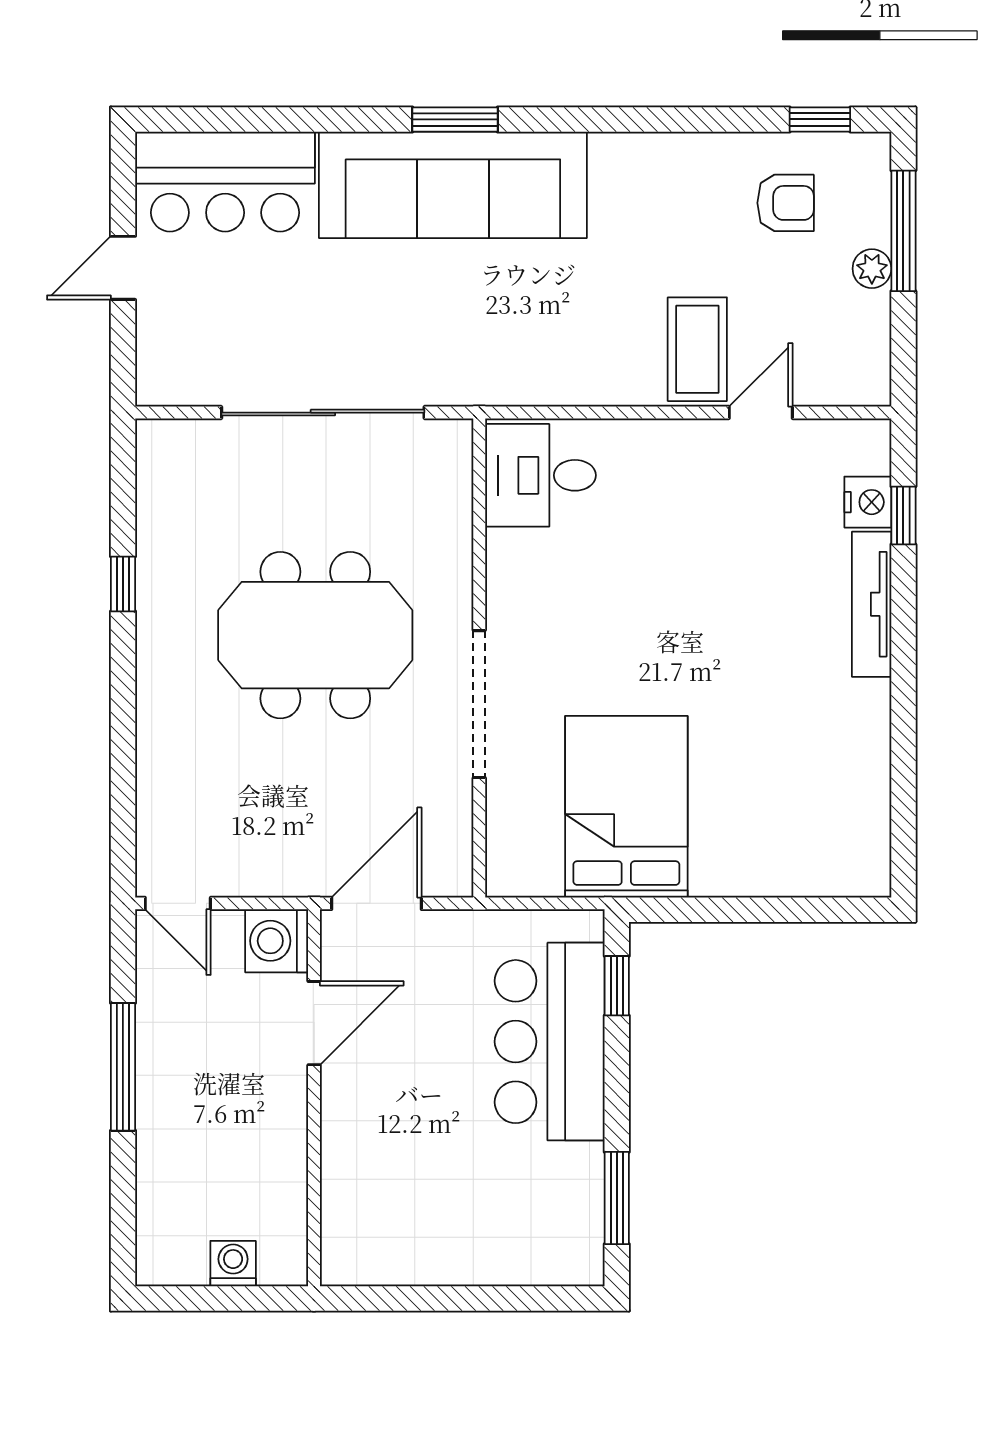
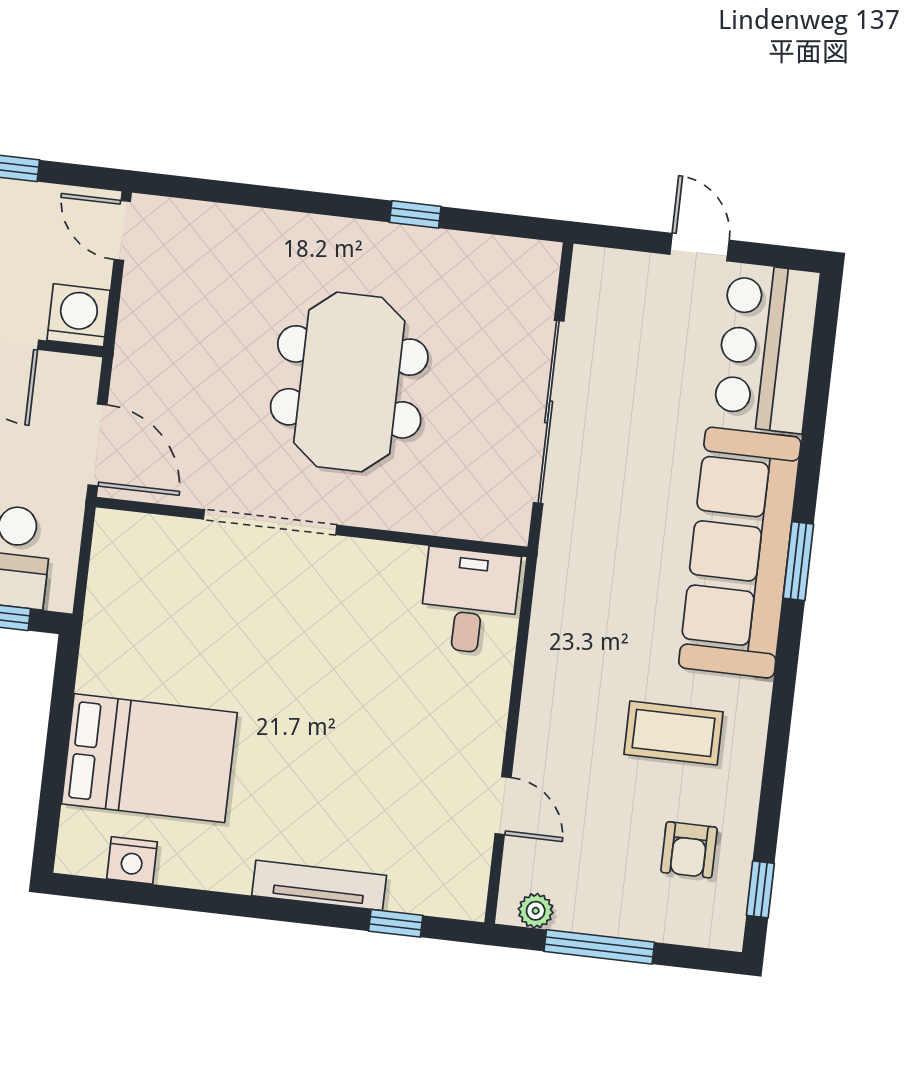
window: (903, 231) -> (599, 947), moved
plant: (872, 269) -> (536, 911), moved
coffee table: (697, 349) -> (674, 733), moved
nightstand: (868, 502) -> (132, 860), moved
bed: (626, 807) -> (149, 758), moved
door: (178, 903) -> (122, 230), hinge flipped
door: (376, 903) -> (98, 445), moved

